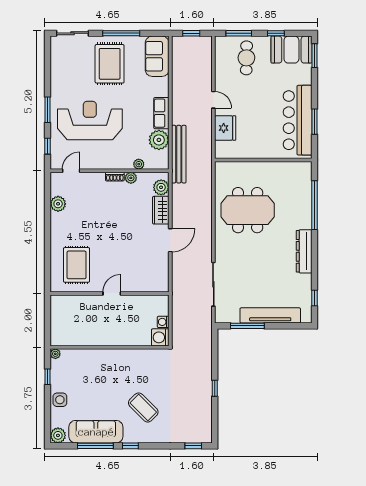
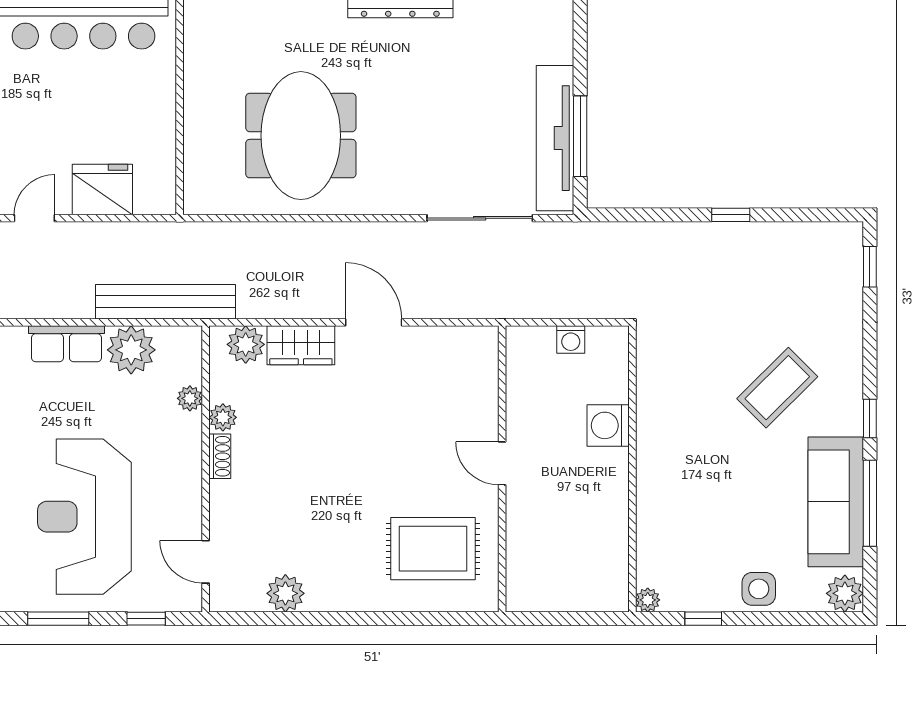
tv unit: (270, 315) -> (555, 138), moved
washing machine: (160, 337) -> (608, 425), moved, turned 90

